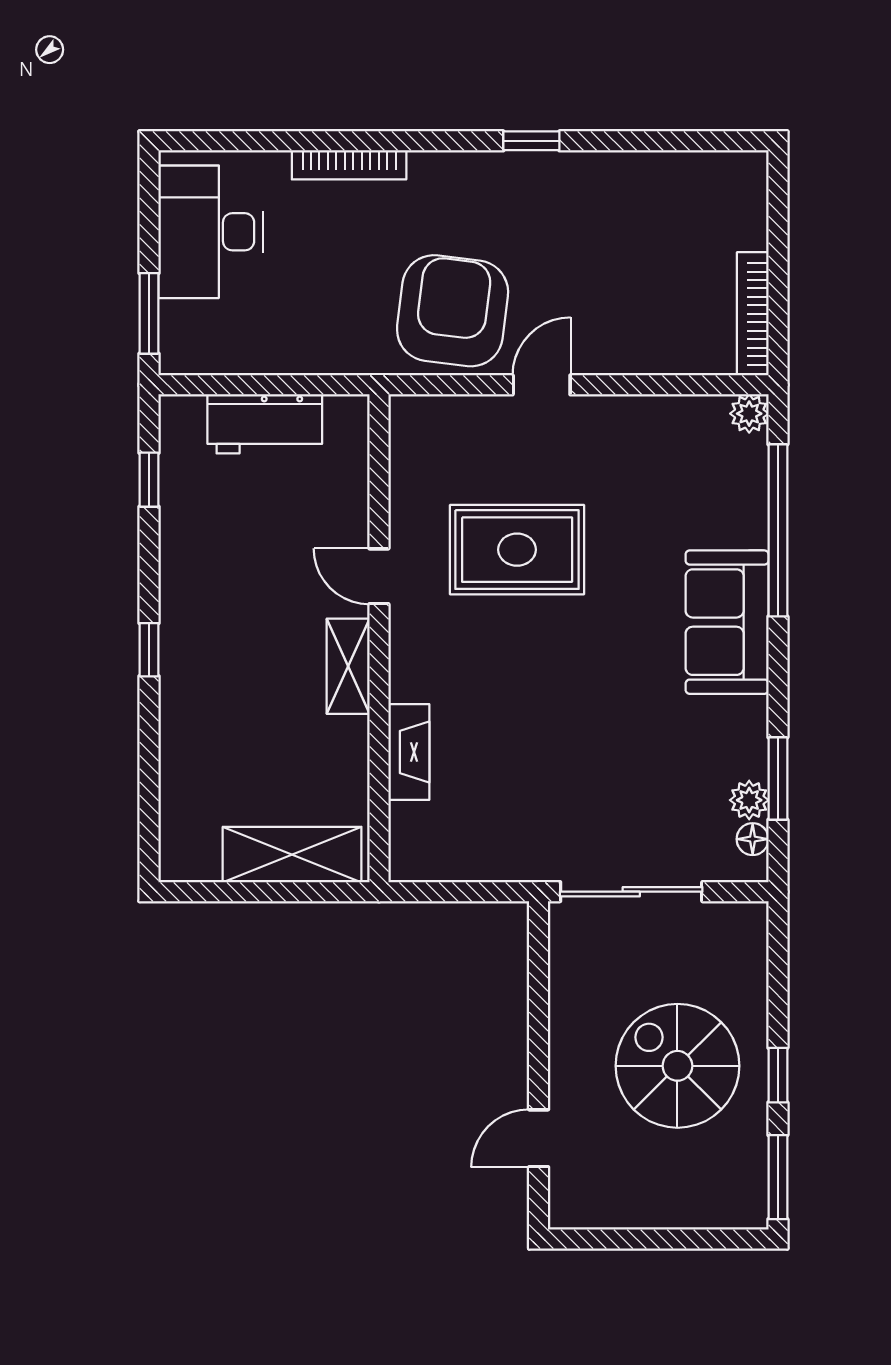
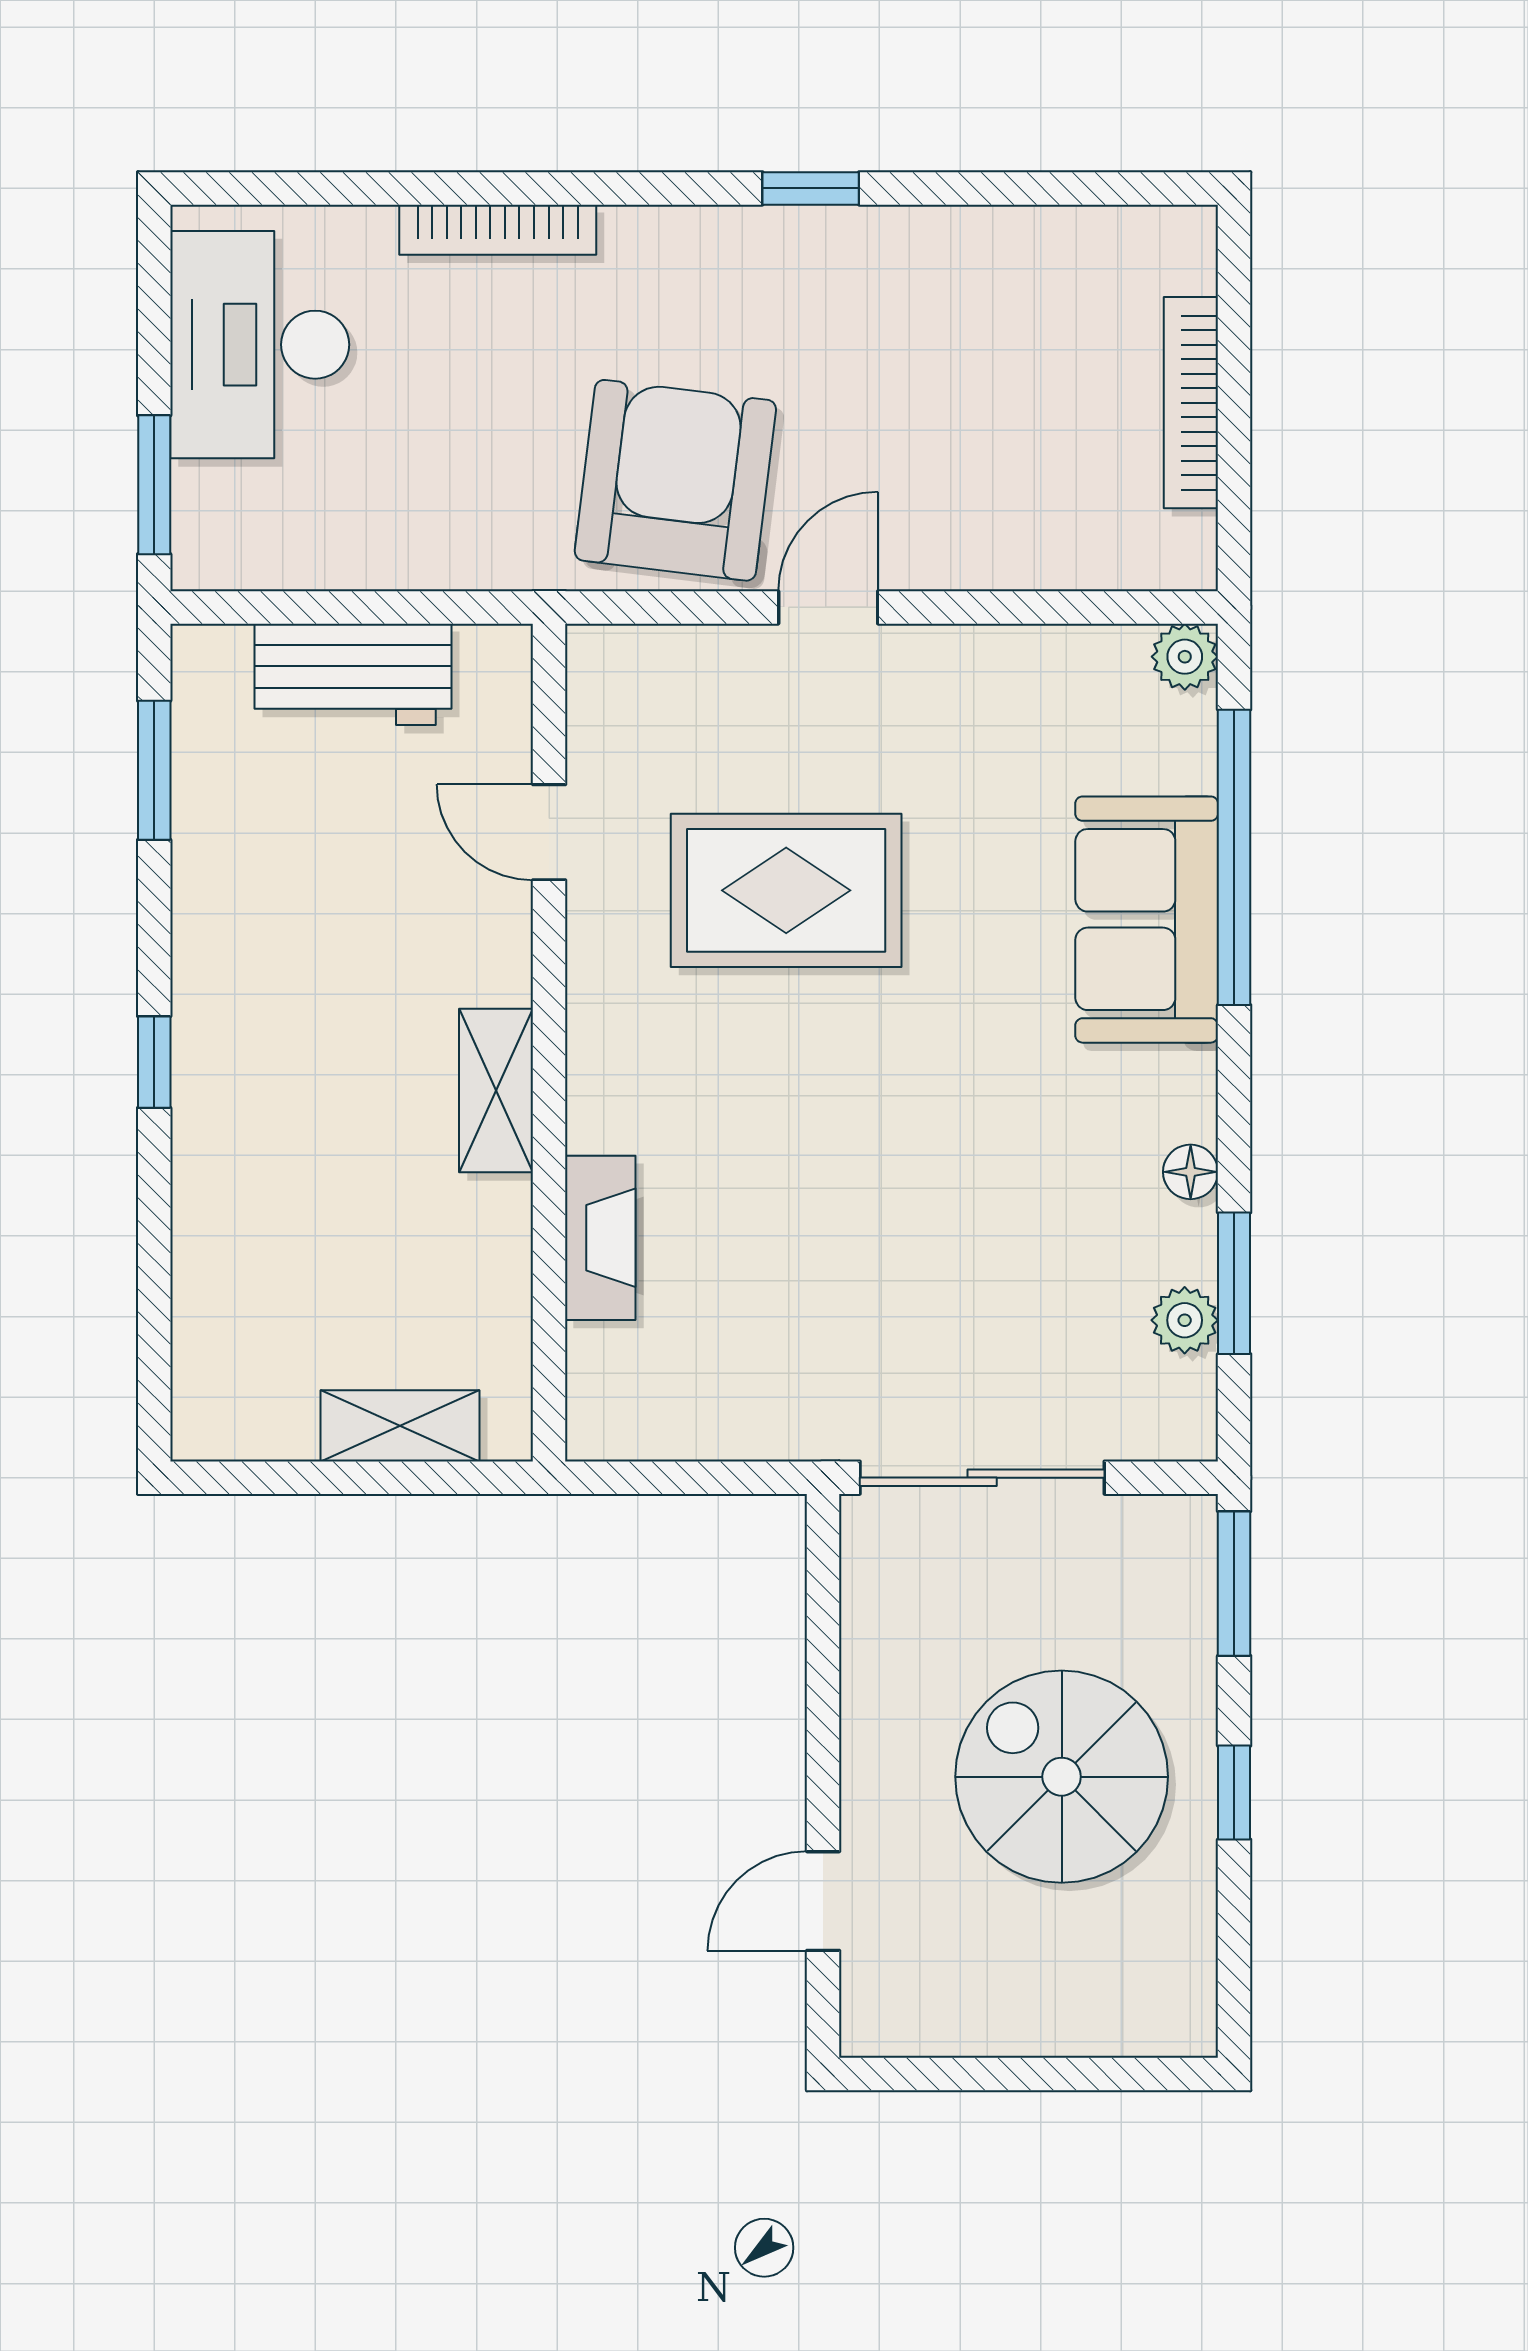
bookcase: (753, 314) -> (1191, 403), moved
window: (149, 480) -> (154, 770), width x1.50
door: (379, 576) -> (549, 832), moved
sofa: (727, 622) -> (1147, 920), moved
floor lamp: (753, 839) -> (1191, 1172), moved
shelving: (292, 855) -> (400, 1426), width x0.67, depth x0.75
window: (778, 1177) -> (1234, 1584), moved

